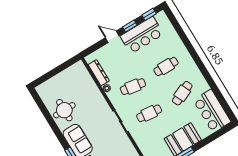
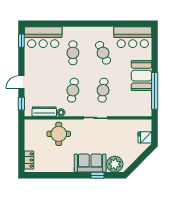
window: (130, 26) -> (21, 104), moved
bar counter: (142, 35) -> (43, 37), moved, turned 90
locker: (48, 85) -> (29, 160), added
round table: (64, 110) -> (59, 134), moved

